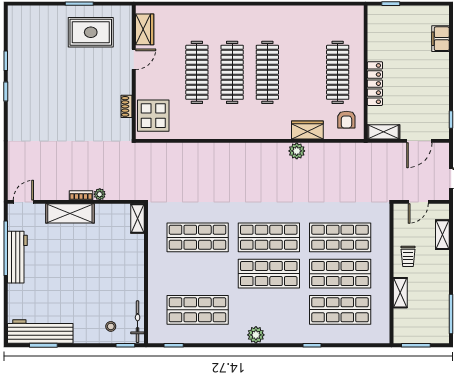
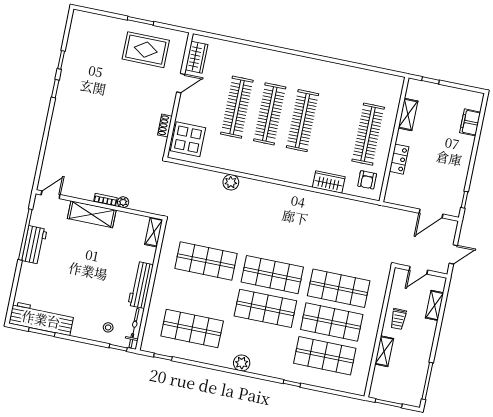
locker: (375, 84) -> (399, 159), width x0.66
shelving: (384, 132) -> (408, 114), moved, turned 90
plant: (297, 151) -> (231, 182), moved
workbench: (17, 257) -> (34, 245), width x0.73
workbench: (135, 276) -> (141, 285), added

